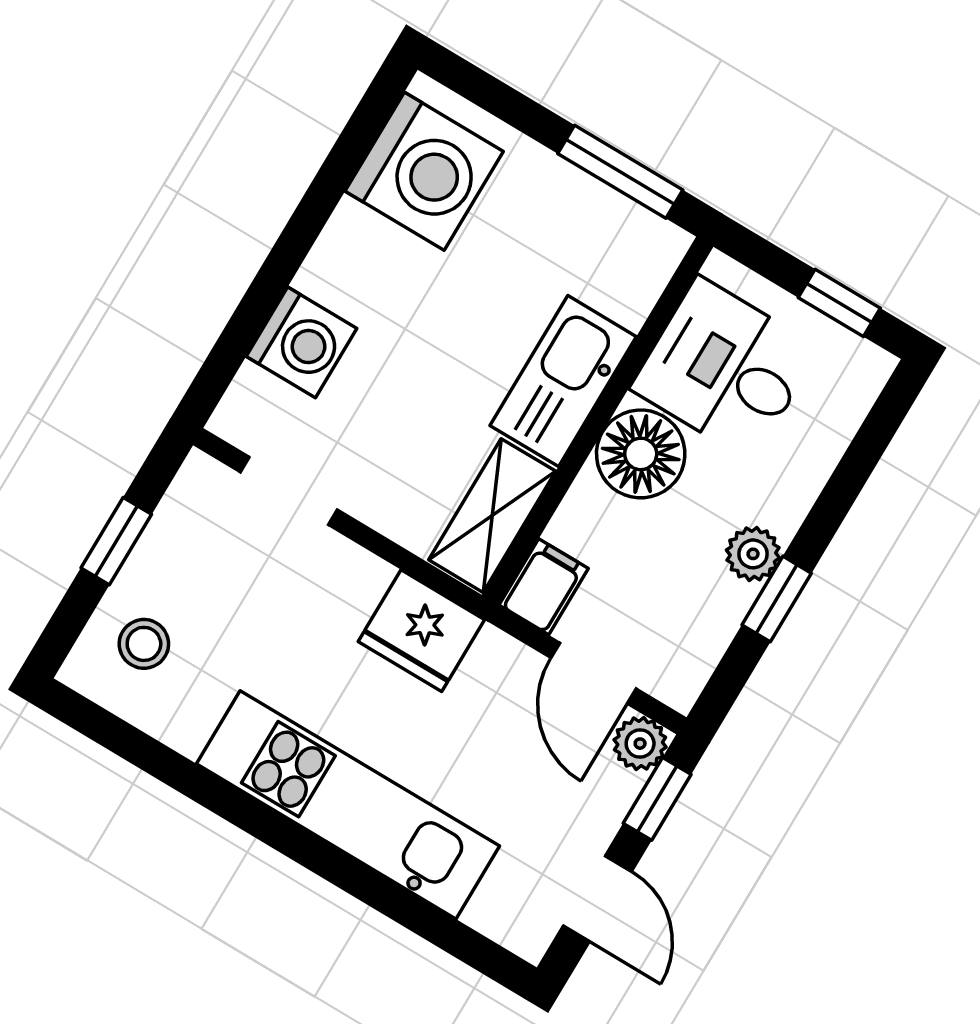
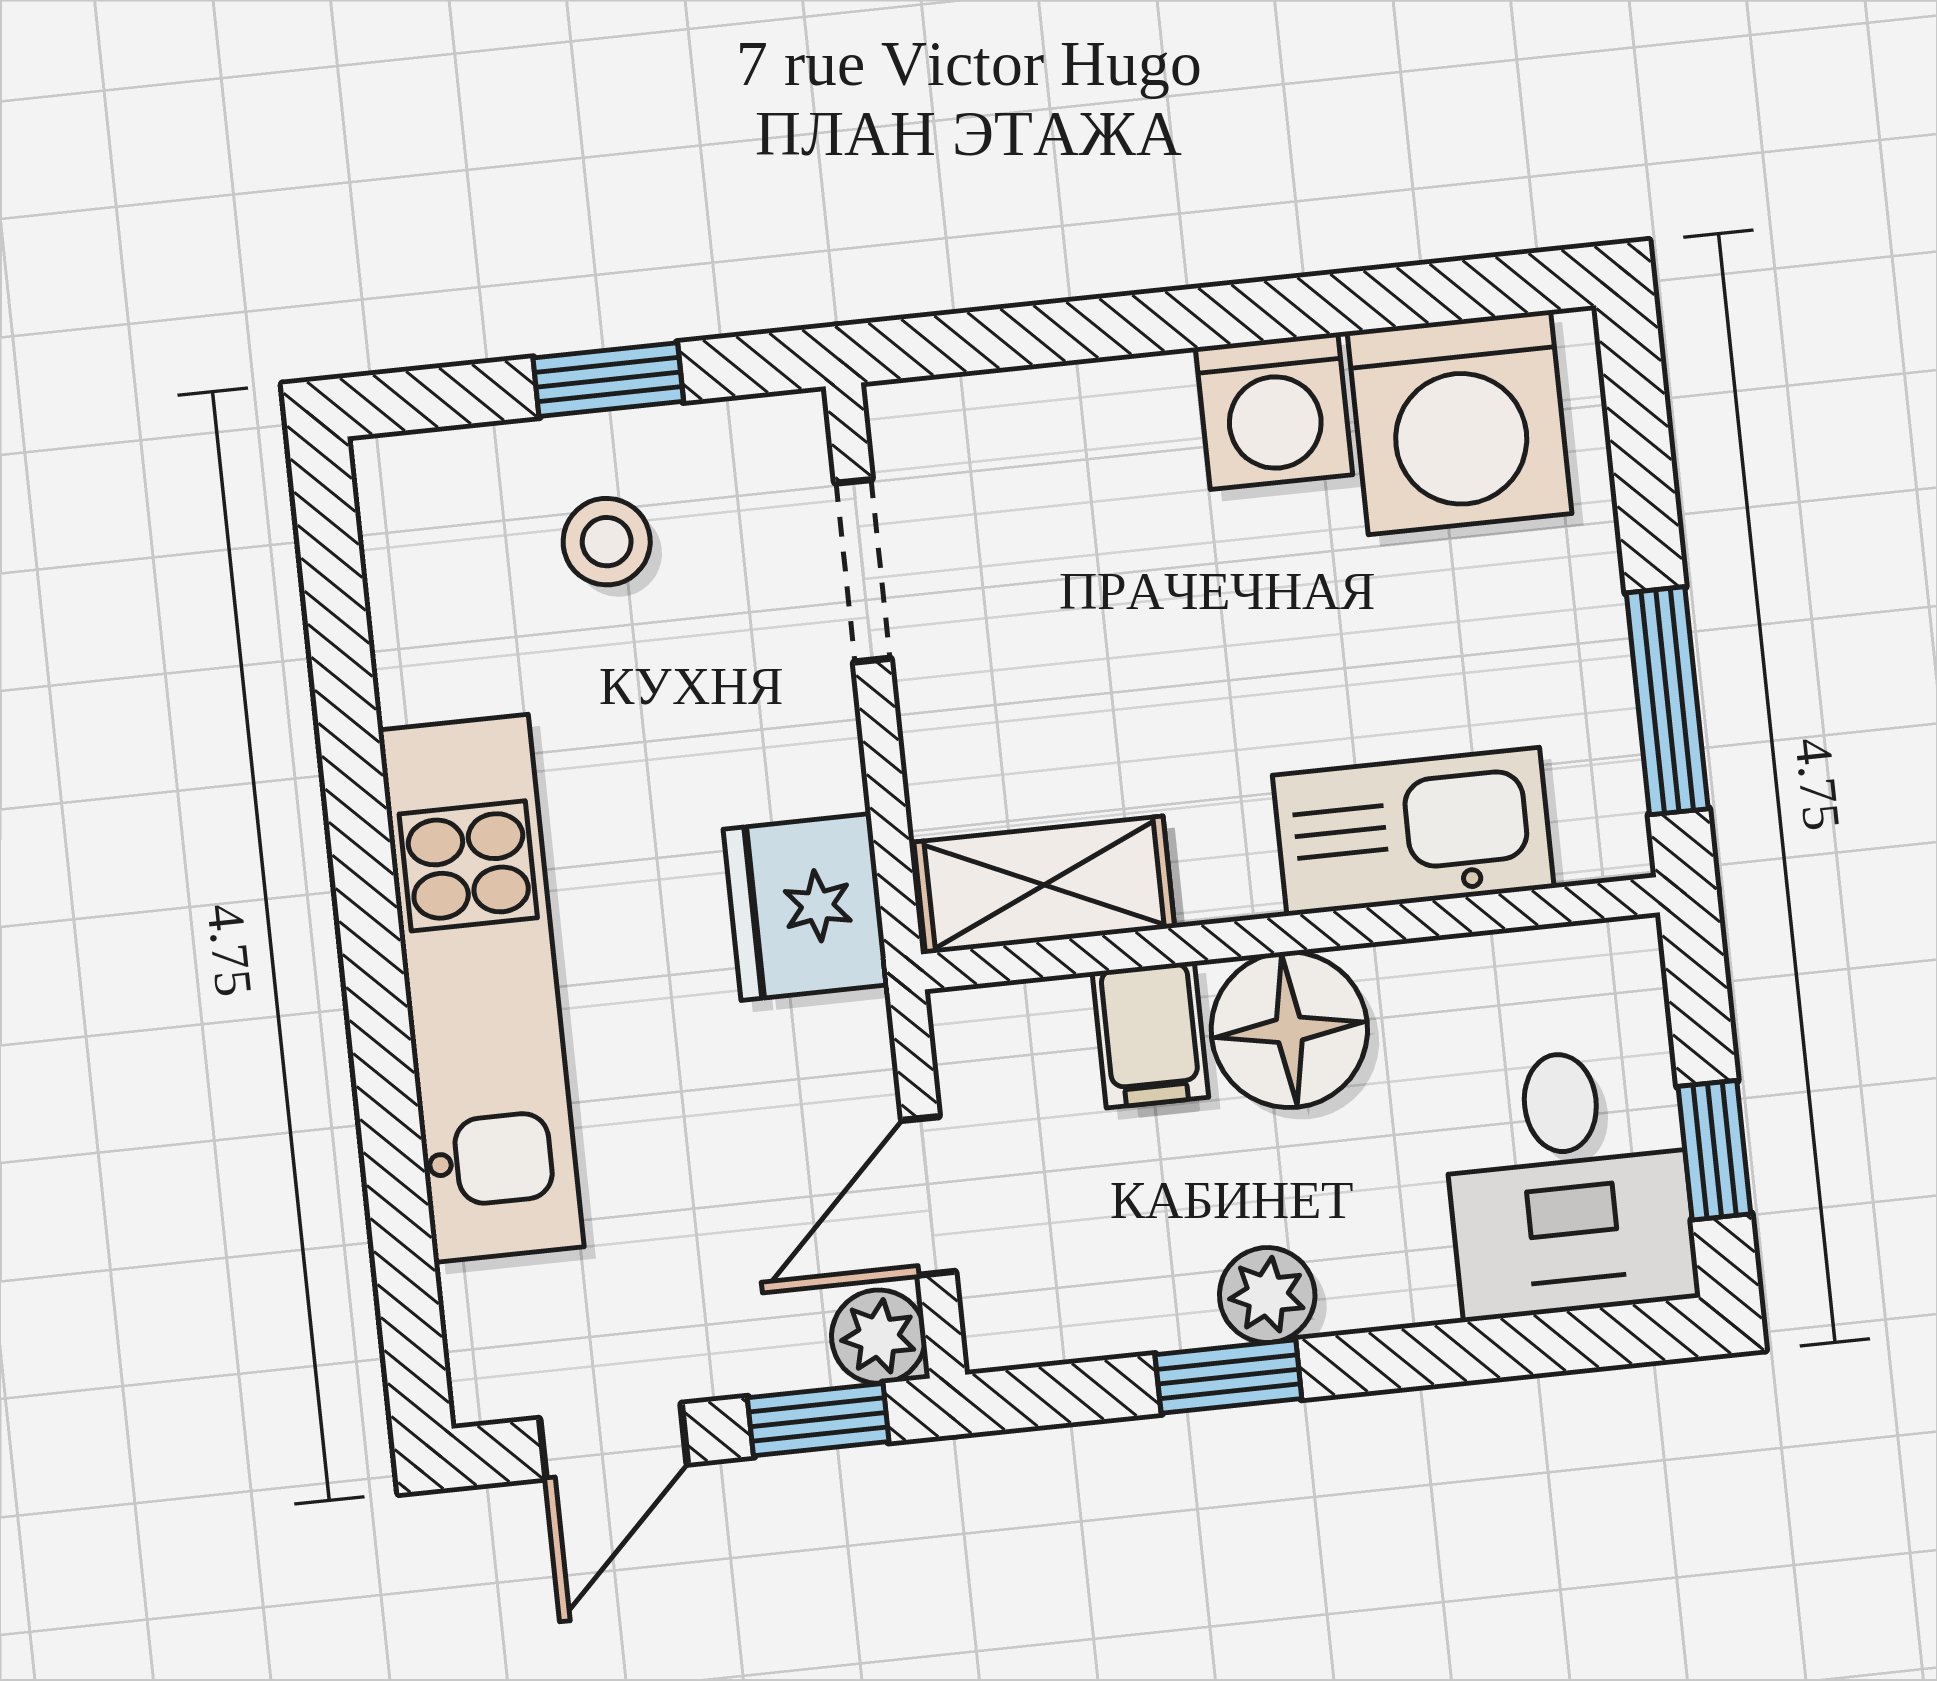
washing machine: (302, 342) -> (1274, 411), moved
desk: (725, 368) -> (1569, 1182), moved, turned 180
kitchen sink: (563, 381) -> (1413, 832), moved
filing cabinet: (544, 587) -> (1150, 1035), moved, turned 90
stool: (144, 644) -> (607, 542), moved

